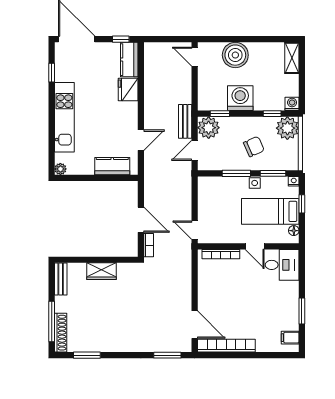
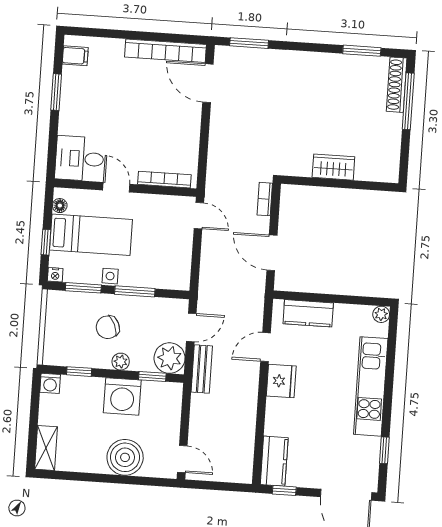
fridge: (128, 90) -> (281, 381), moved
plant: (287, 128) -> (121, 362), moved, width x0.53, depth x0.53
door: (141, 220) -> (272, 253), moved
bench: (61, 279) -> (391, 160), removed

